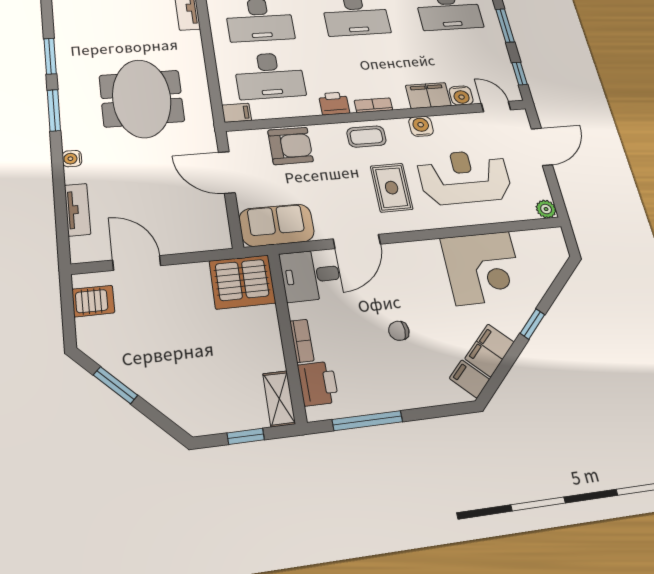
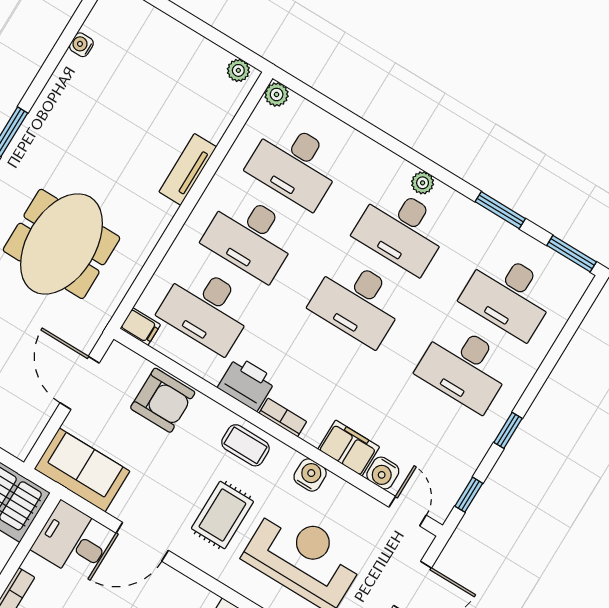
window: (505, 25) -> (508, 430), width x0.67
printer: (334, 103) -> (247, 384), width x1.36, depth x1.24

